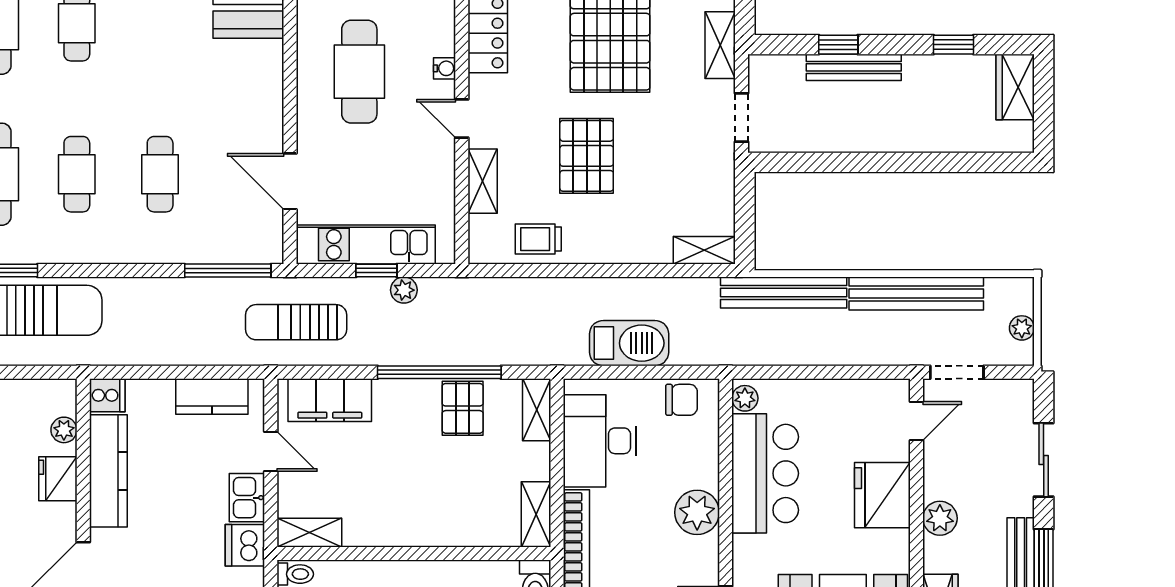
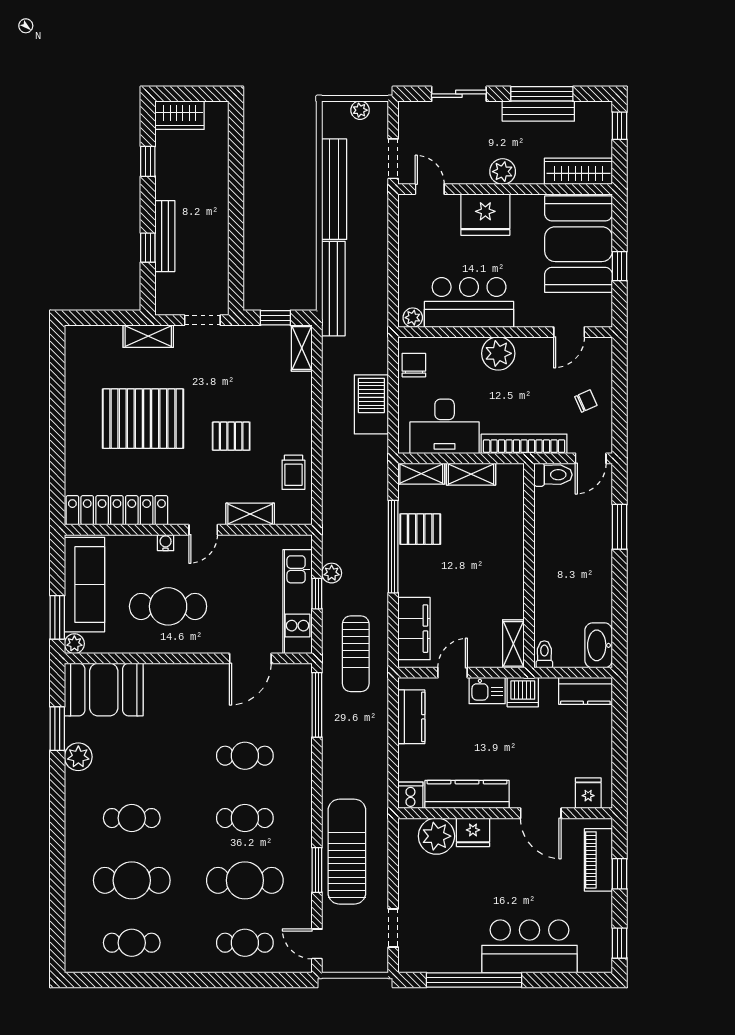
pallet: (587, 156) -> (231, 436), width x0.67, depth x0.71
window: (745, 215) -> (275, 318), added
plant: (64, 430) -> (436, 836), width x1.87, depth x1.87
shelving: (536, 514) -> (471, 474), moved

